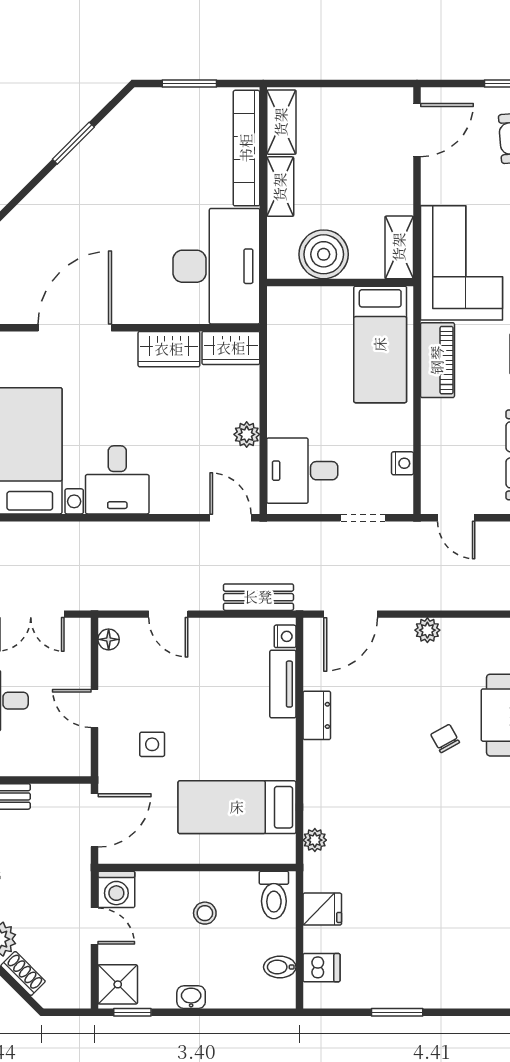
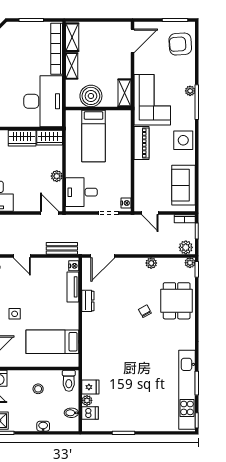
bed: (380, 344) -> (93, 136), moved
nightstand: (403, 463) -> (126, 203), moved
plant: (427, 630) -> (151, 263), moved
plant: (315, 840) -> (87, 400), moved
washbasin: (191, 997) -> (43, 426), moved

